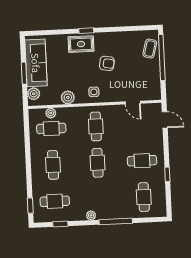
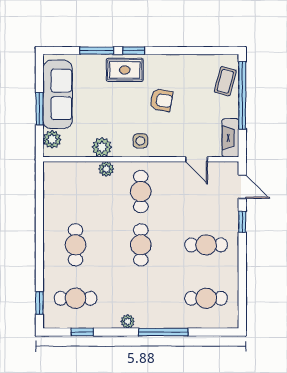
window: (61, 32) -> (97, 51), added
fireplace: (155, 87) -> (230, 138), added
plant: (51, 113) -> (106, 169), moved
cafe table: (51, 128) -> (75, 191), removed
window: (167, 174) -> (242, 222), moved
cafe table: (144, 197) -> (206, 298), turned 90

